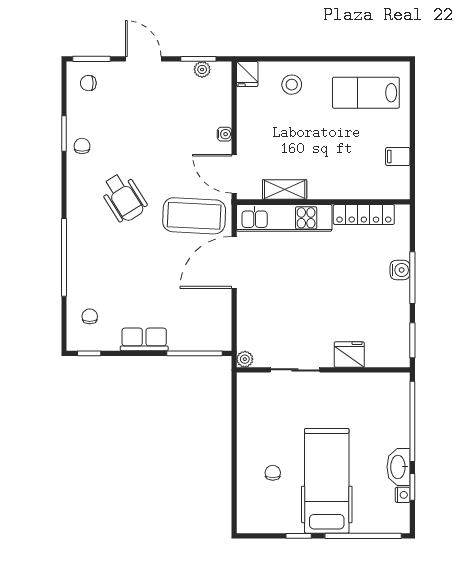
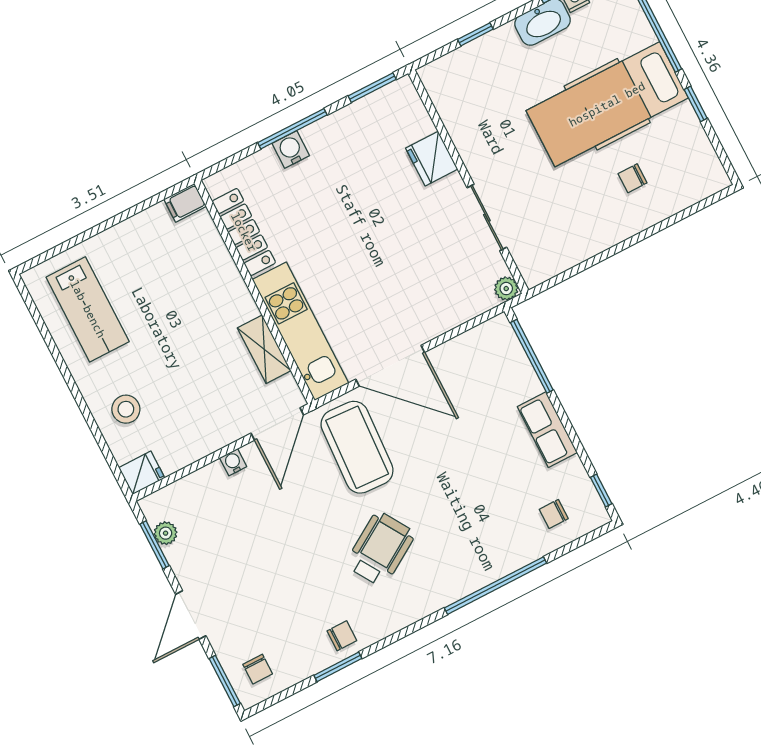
chair: (82, 146) -> (342, 636), turned 180
filing cabinet: (398, 157) -> (185, 203), moved, turned 90
window: (412, 421) -> (475, 34), width x0.32

